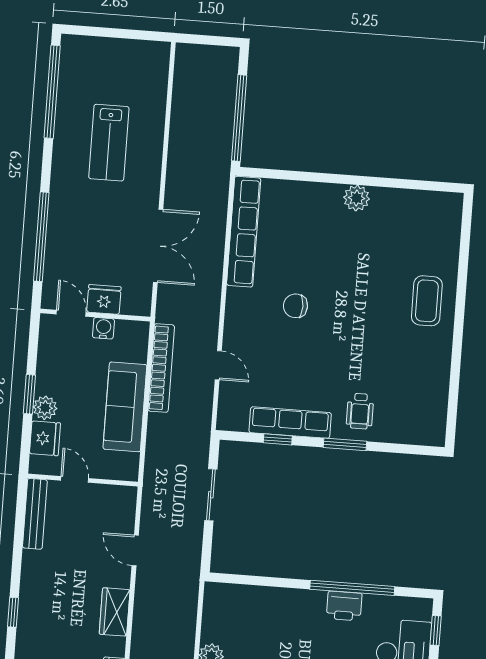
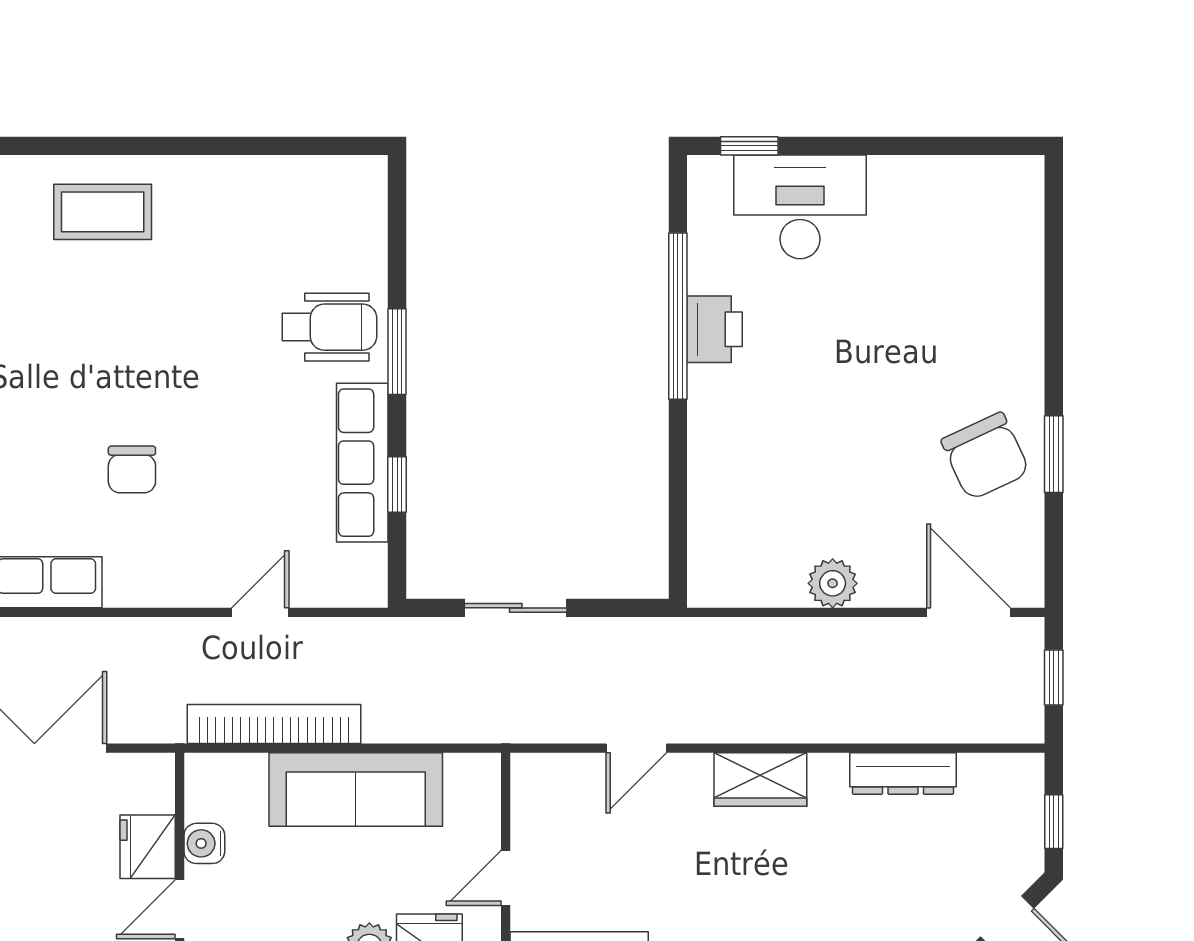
wheelchair: (360, 411) -> (329, 327), width x1.36, depth x1.37

